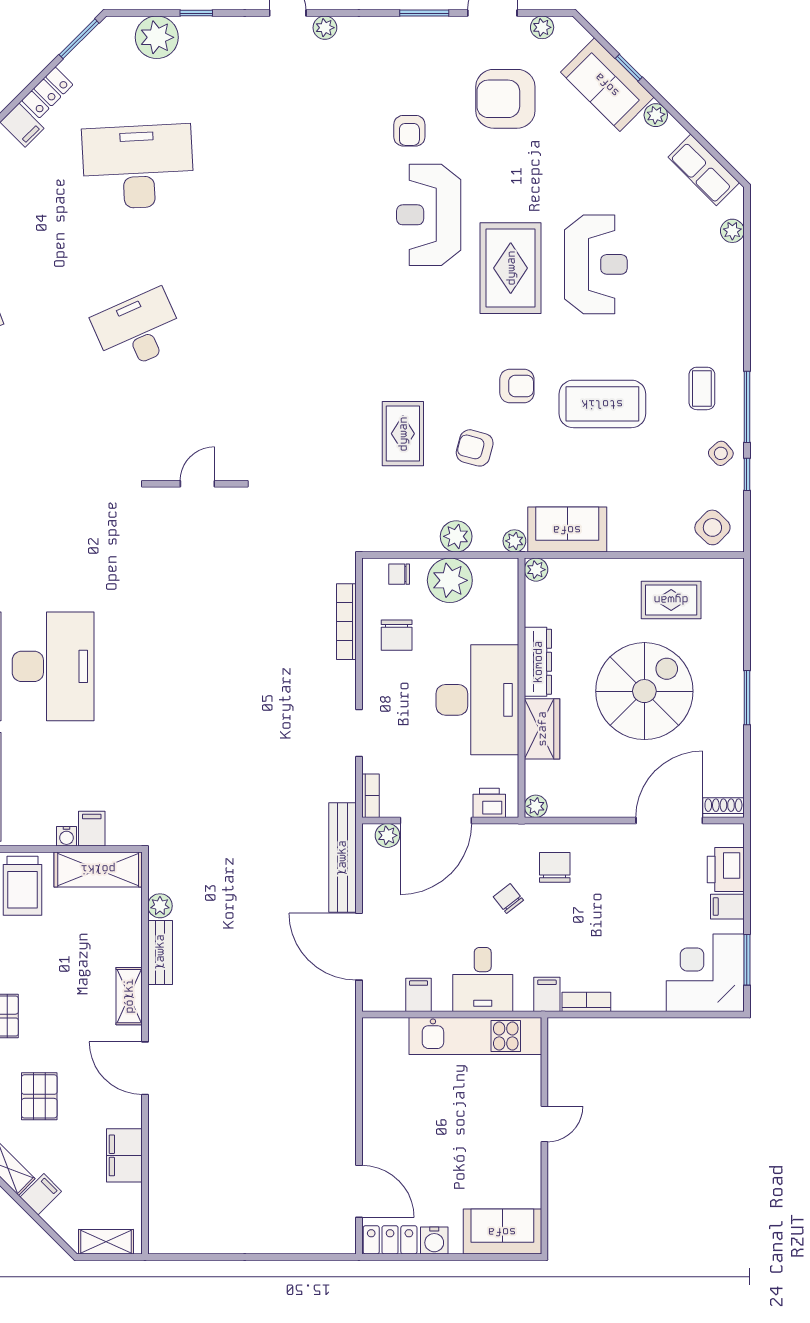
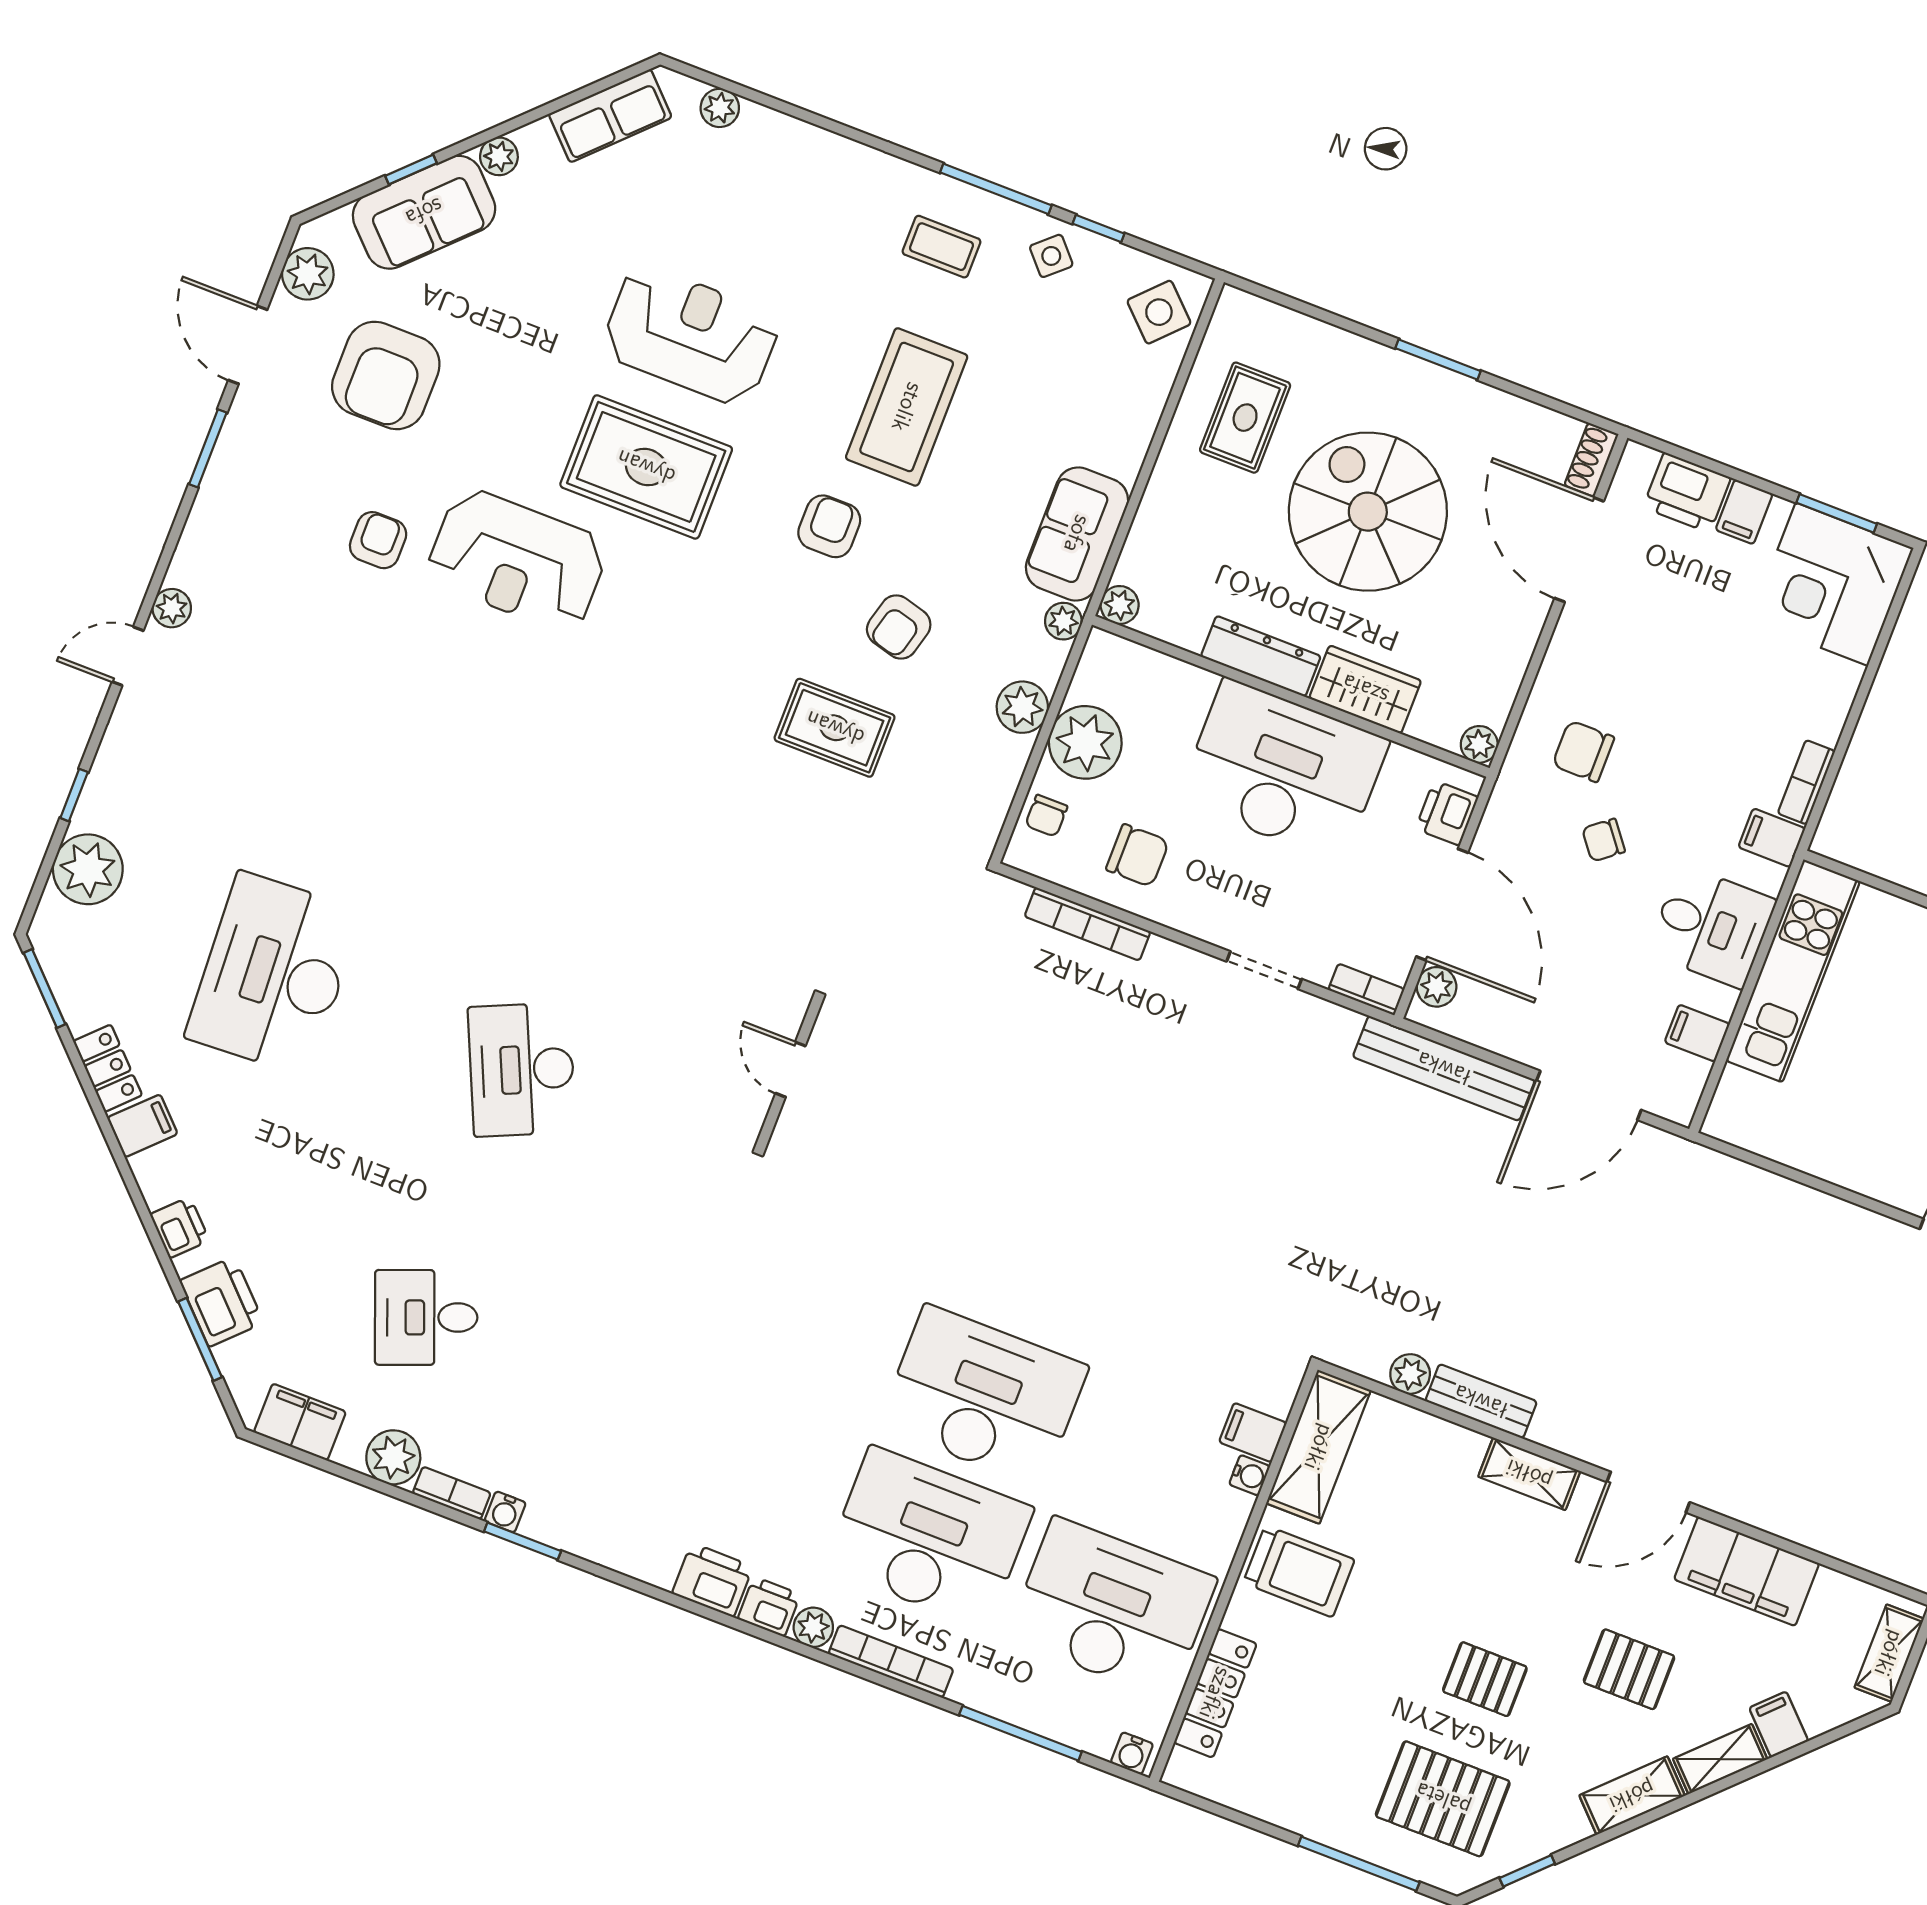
plant: (542, 27) -> (308, 274), width x1.38, depth x1.38
armchair: (409, 131) -> (378, 540), turned -90
filing cabinet: (124, 1155) -> (1747, 1571), width x1.50, depth x1.17

